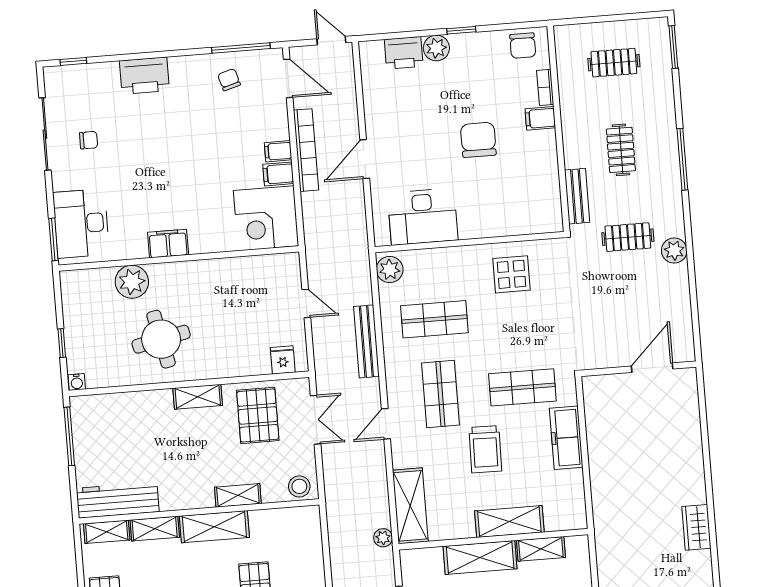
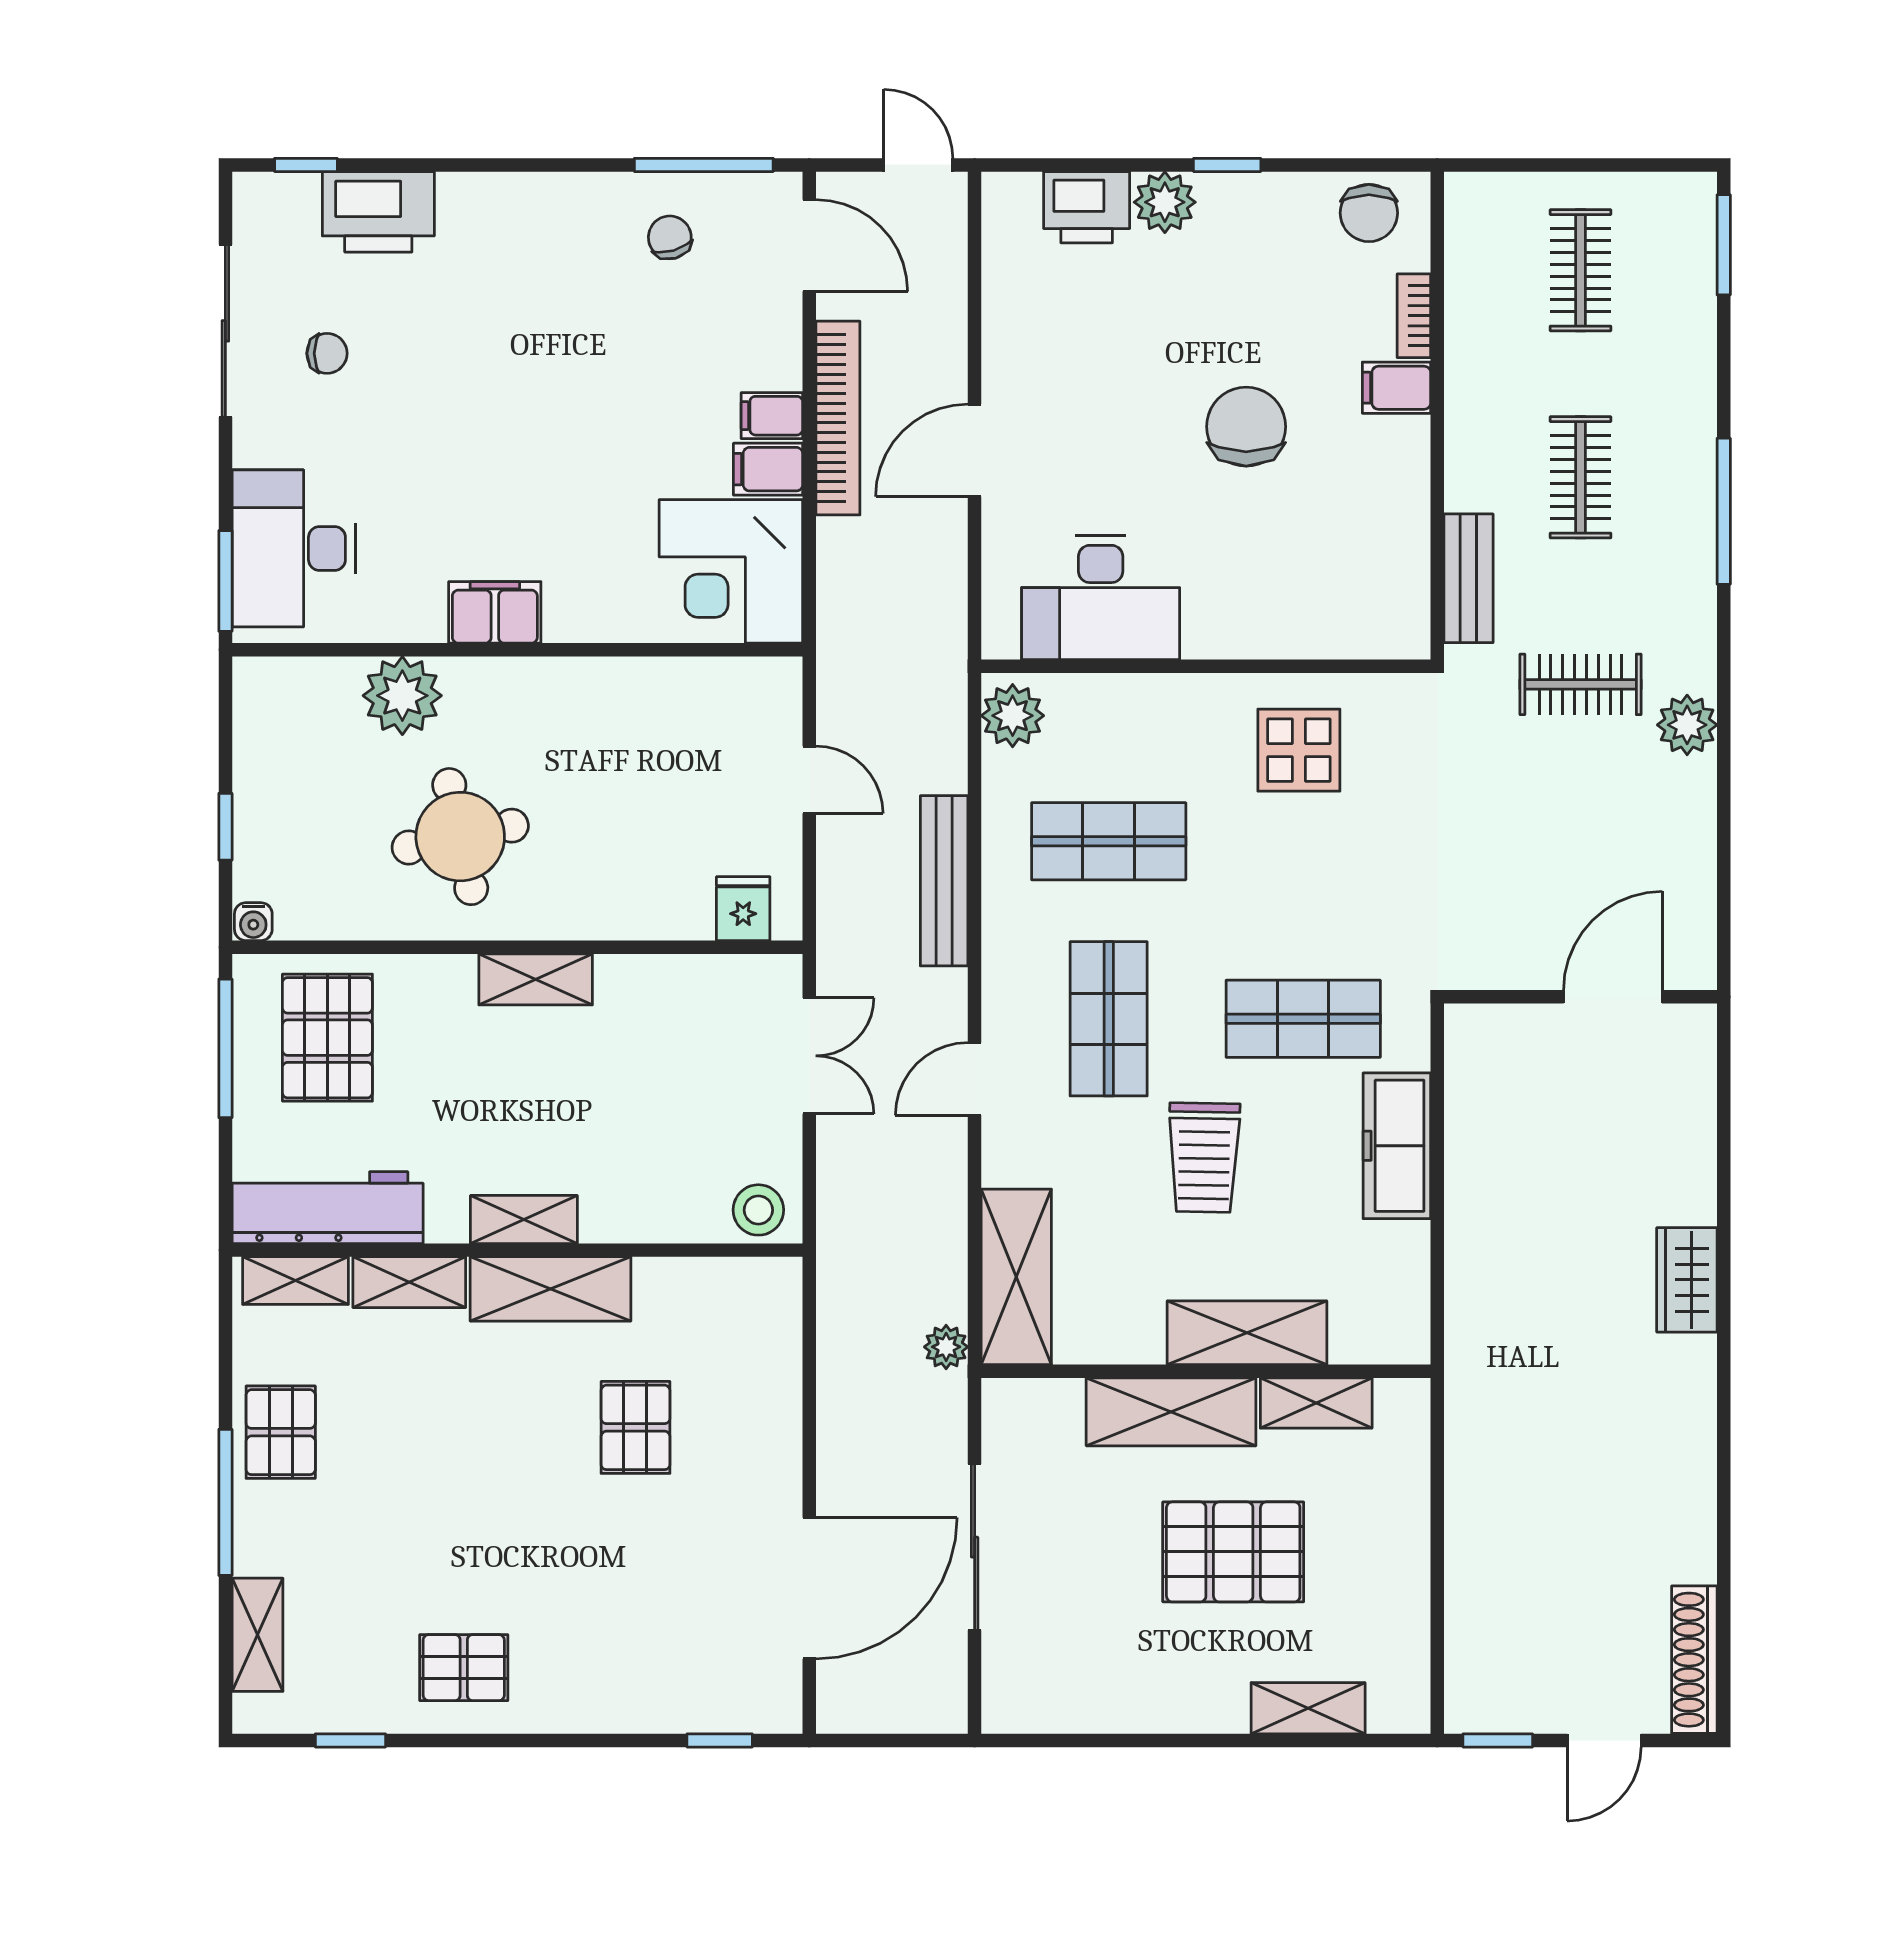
clothes rail: (614, 63) -> (1581, 270), turned 90
printer: (144, 76) -> (378, 212), moved
pallet: (258, 415) -> (327, 1038), moved
shelving: (238, 495) -> (524, 1219), moved
wardrobe: (696, 527) -> (1687, 1280), moved

